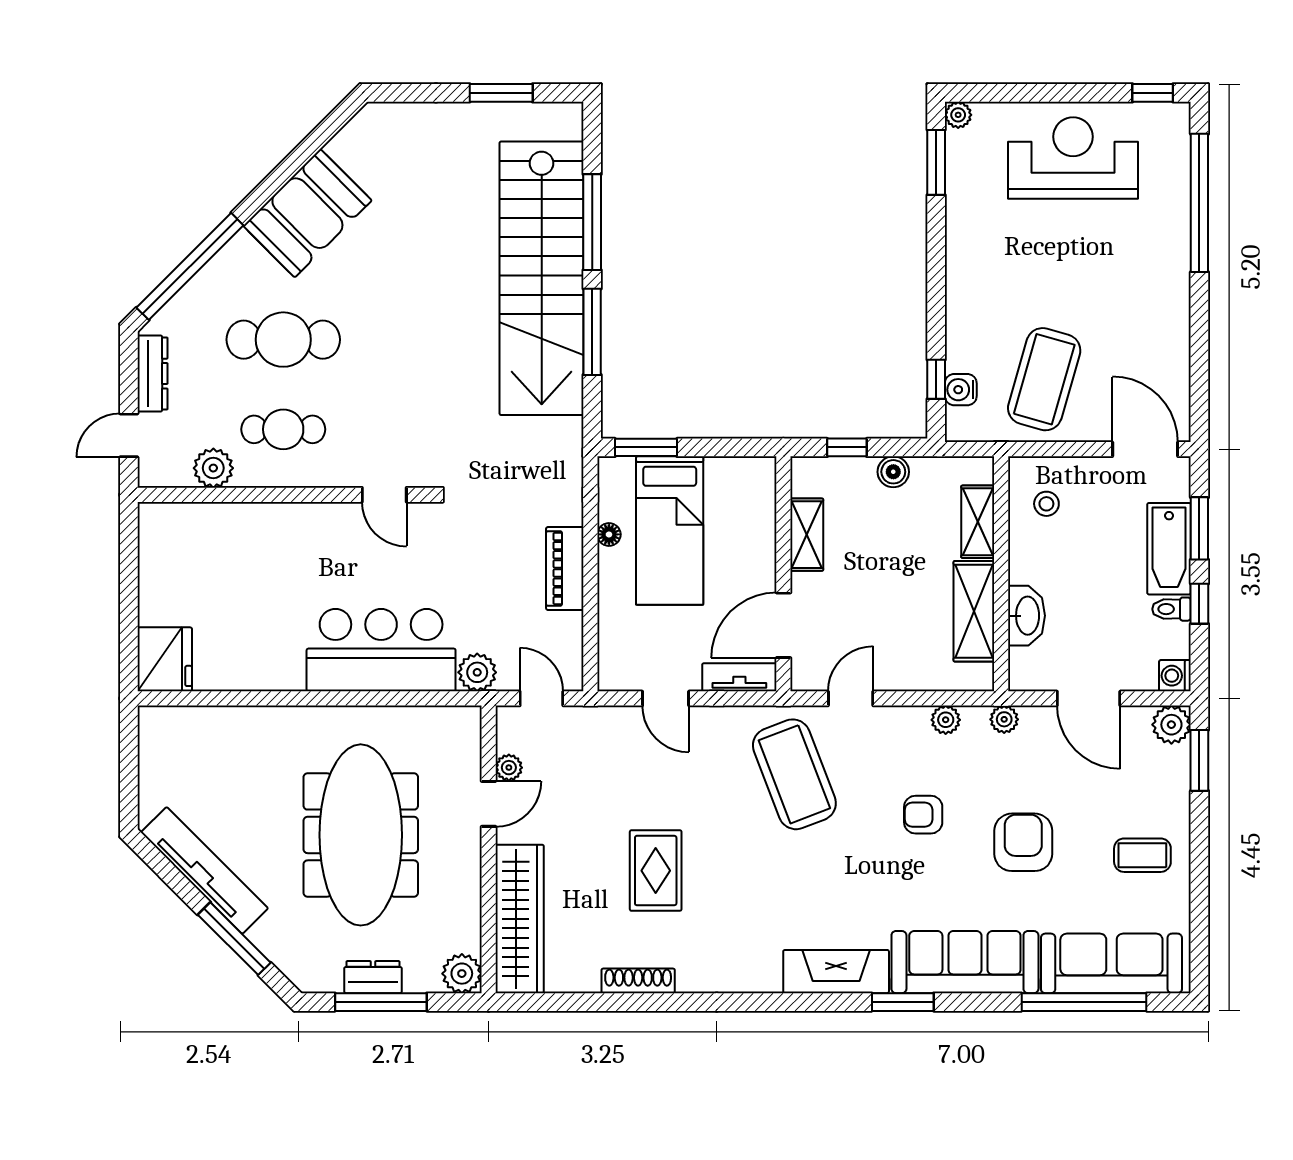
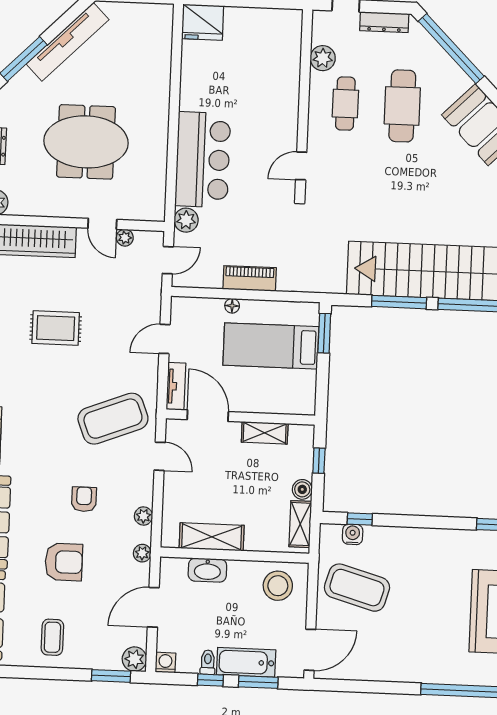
stool: (1046, 504) -> (278, 586), width x1.89, depth x1.89
shelving: (978, 522) -> (300, 524), moved, turned 90
floor lamp: (609, 534) -> (232, 306), moved
meeting table: (361, 835) -> (86, 142), width x0.73

